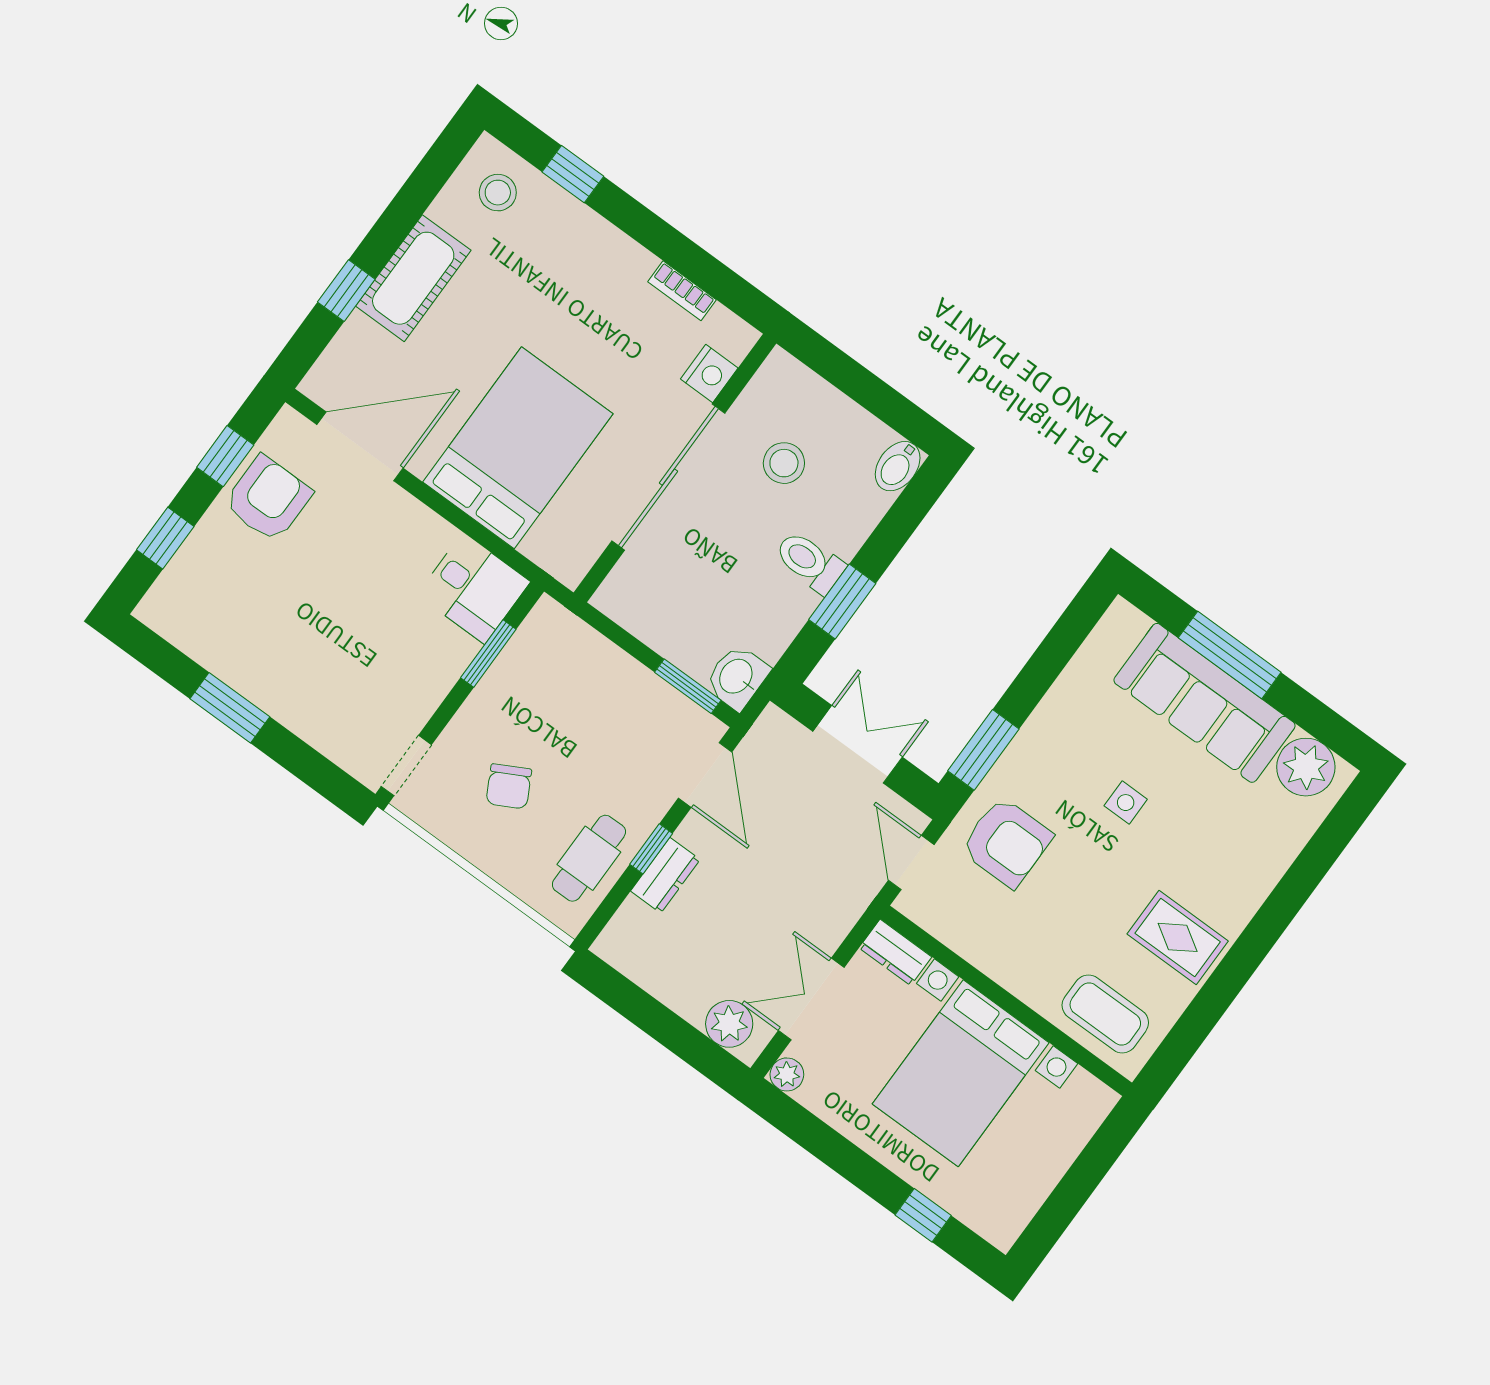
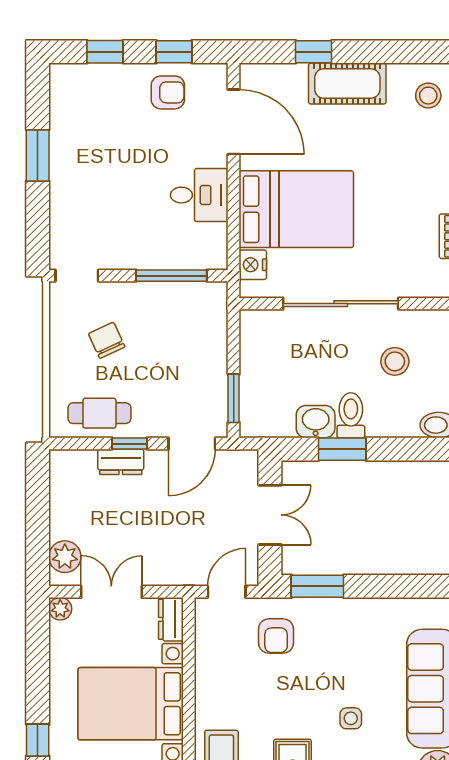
nightstand: (709, 374) -> (253, 265), moved, turned 90
armchair: (268, 499) -> (168, 92), width x0.72, depth x0.72
desk: (474, 588) -> (199, 195), moved, turned -90
window: (488, 654) -> (171, 276), width x1.44
washbasin: (737, 677) -> (316, 422), moved
chair: (509, 786) -> (107, 340), turned 93
side table: (1126, 803) -> (351, 718), moved
armchair: (1007, 842) -> (276, 636), width x0.72, depth x0.72

